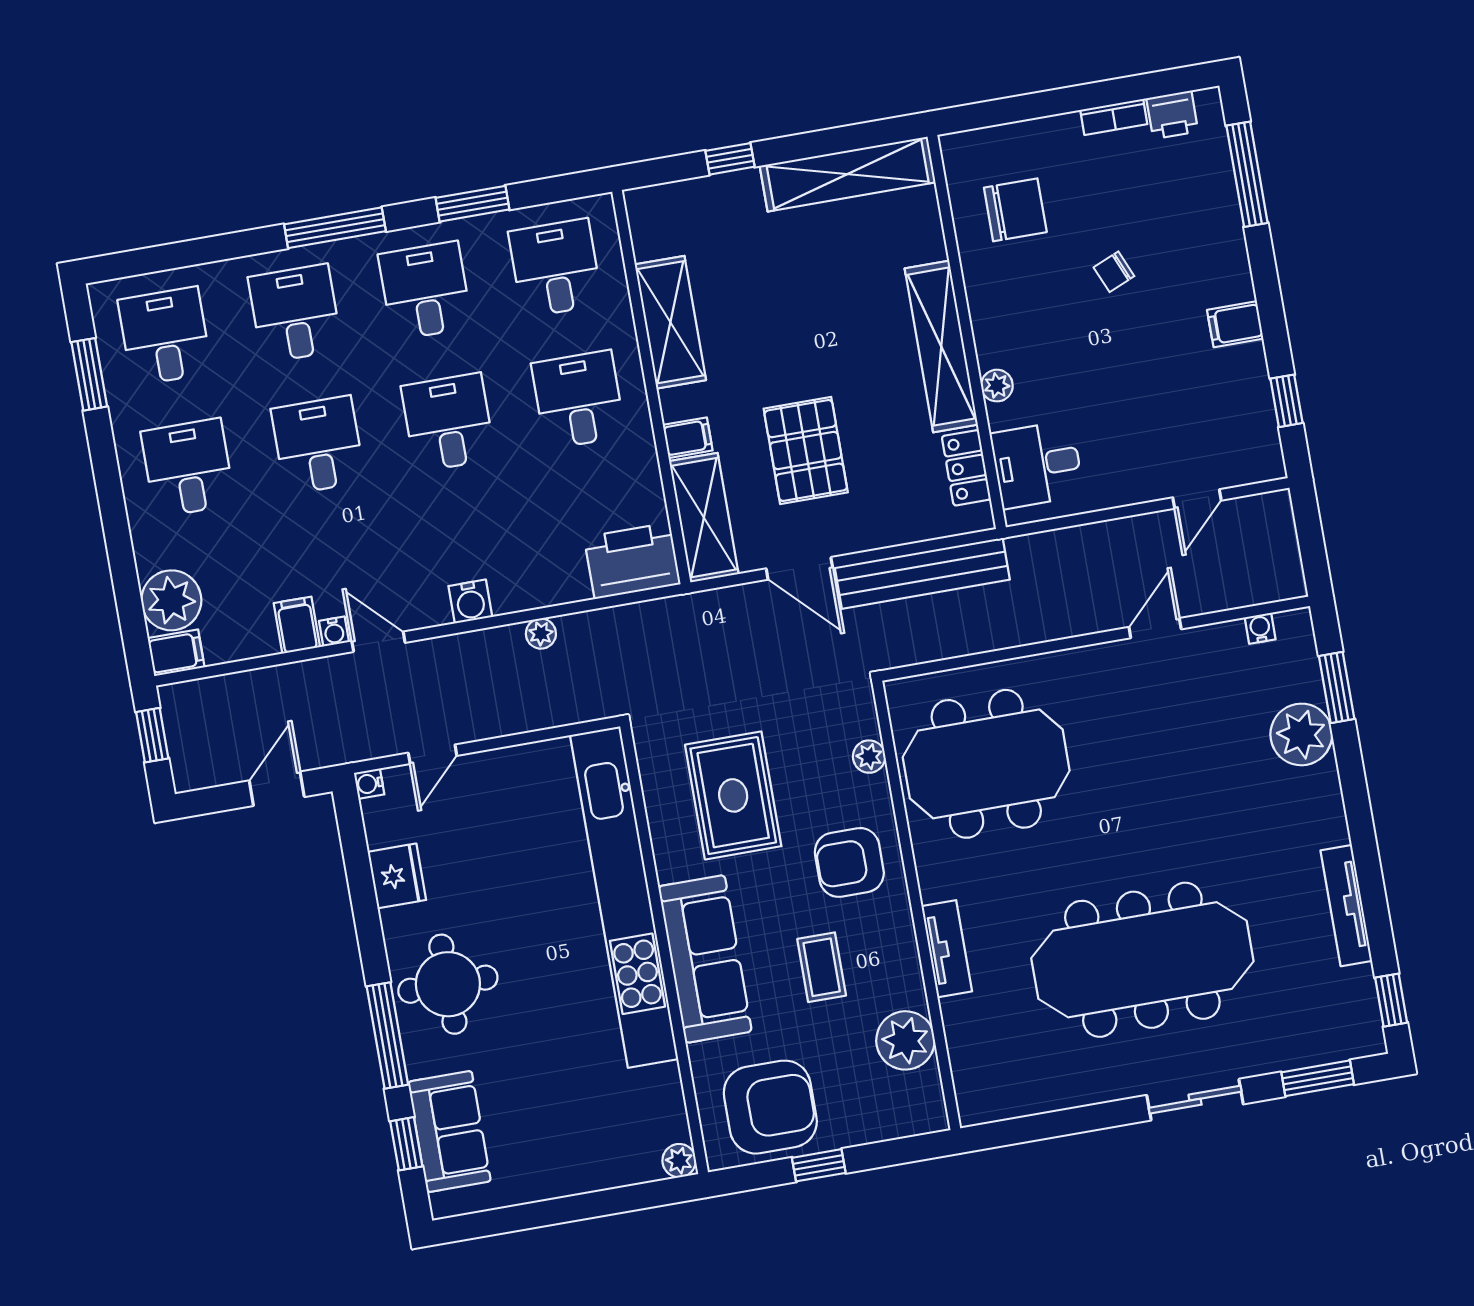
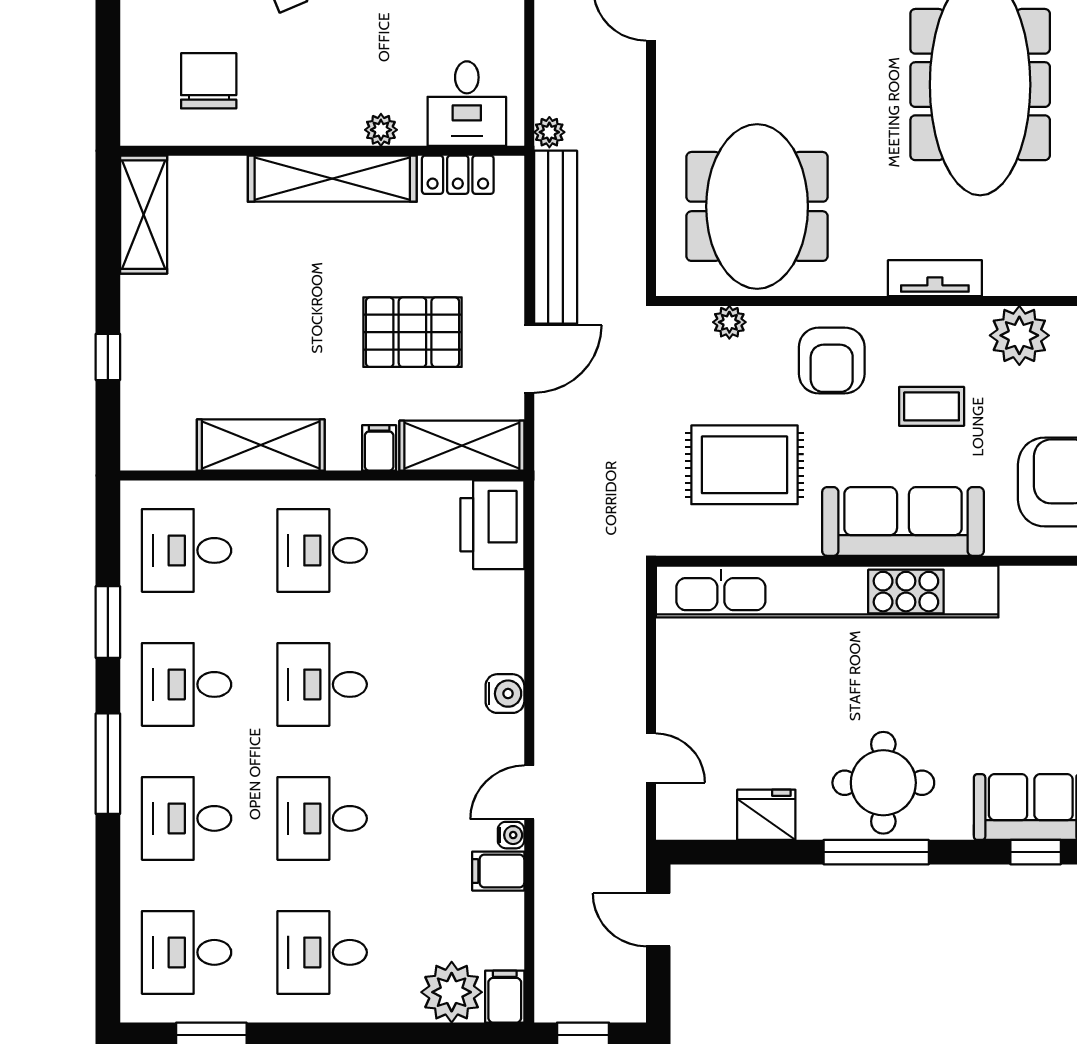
shelving: (848, 174) -> (144, 215), width x0.68
plant: (541, 634) -> (549, 132), moved
water cooler: (369, 784) -> (669, 826), removed
window: (387, 1035) -> (876, 852), moved

